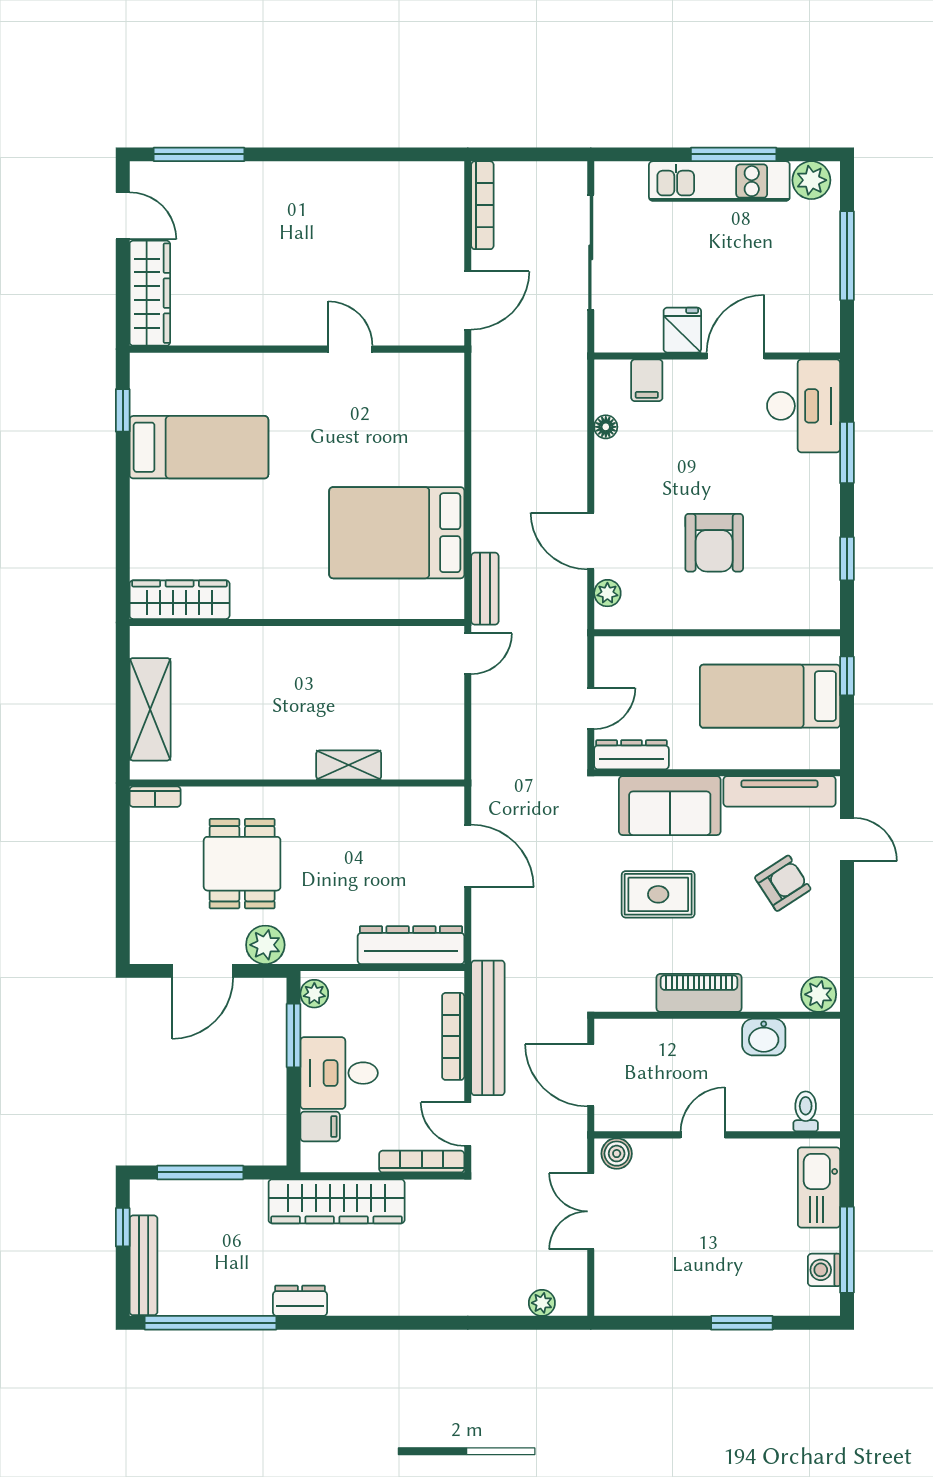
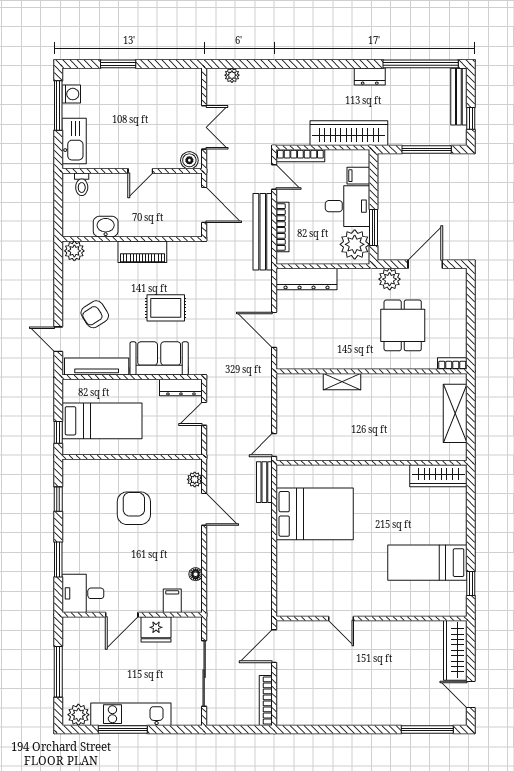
fridge: (682, 330) -> (156, 629), width x1.38
desk: (804, 406) -> (83, 593), width x0.73
plant: (314, 994) -> (355, 244), width x1.87, depth x1.87

